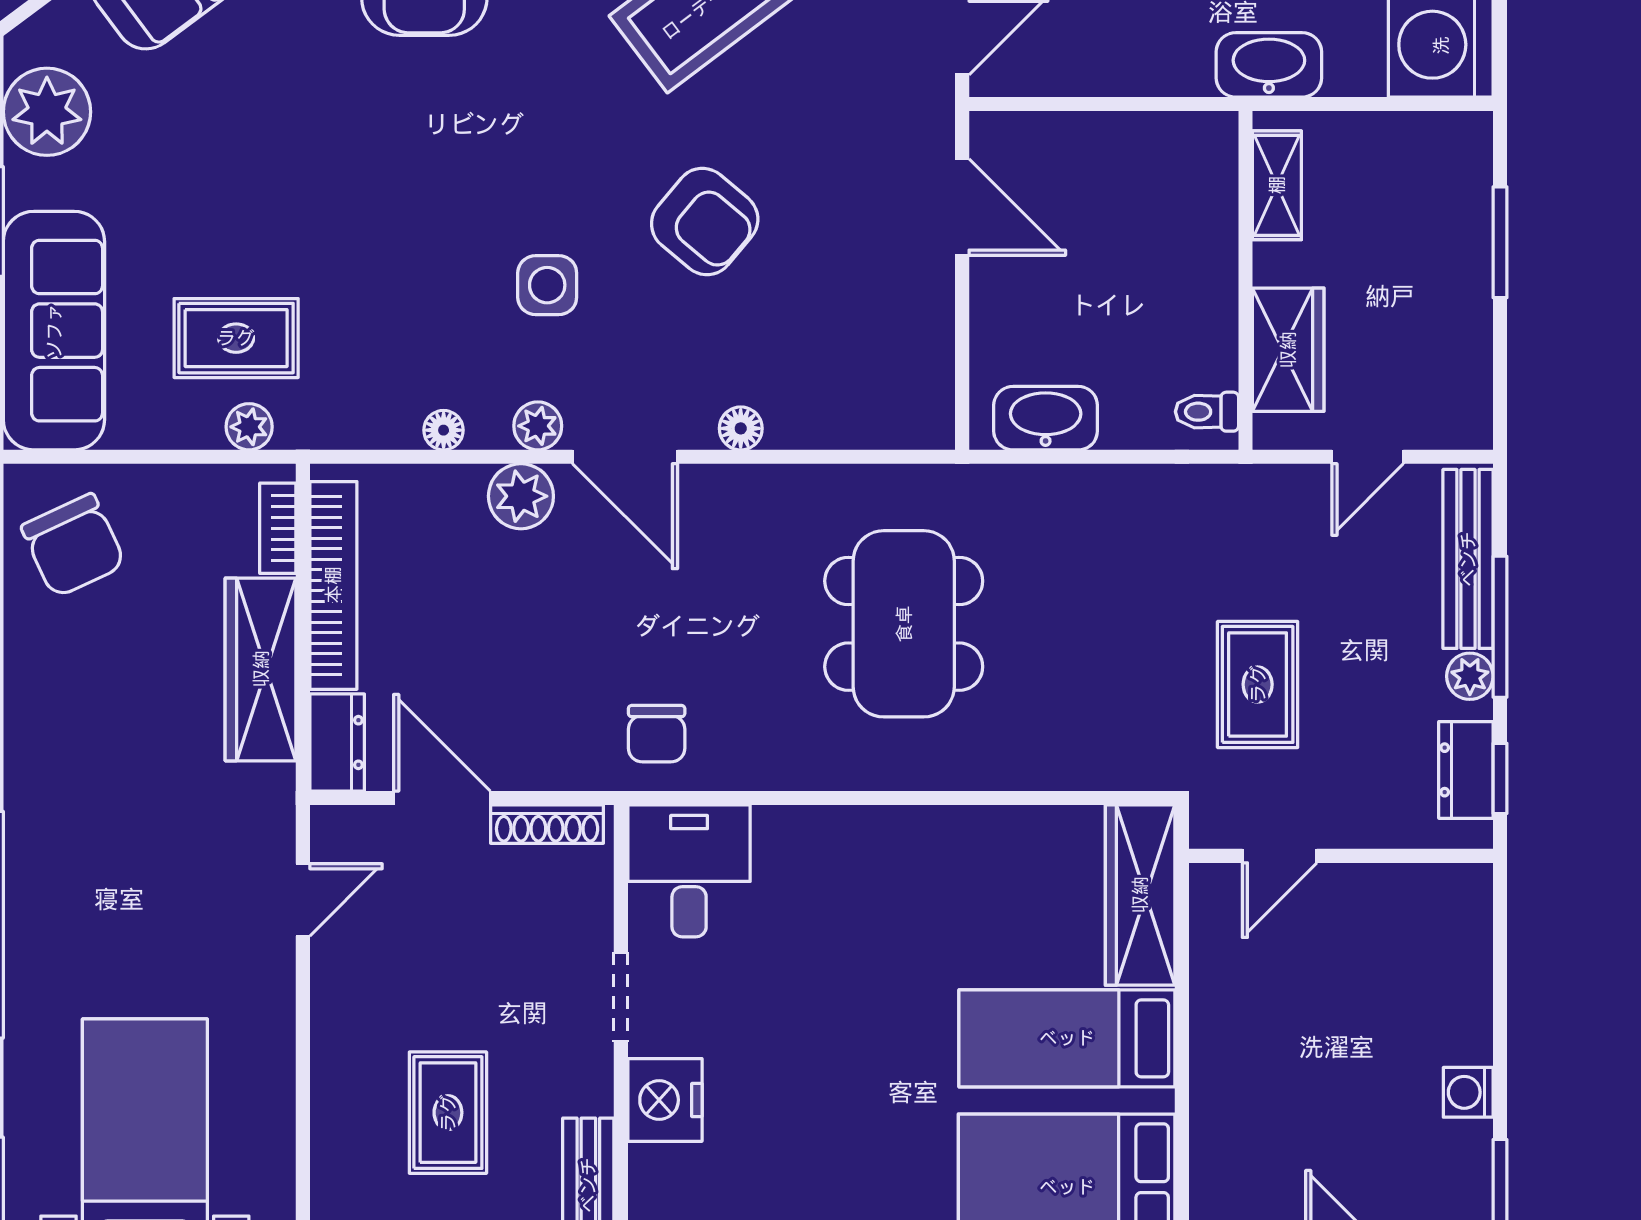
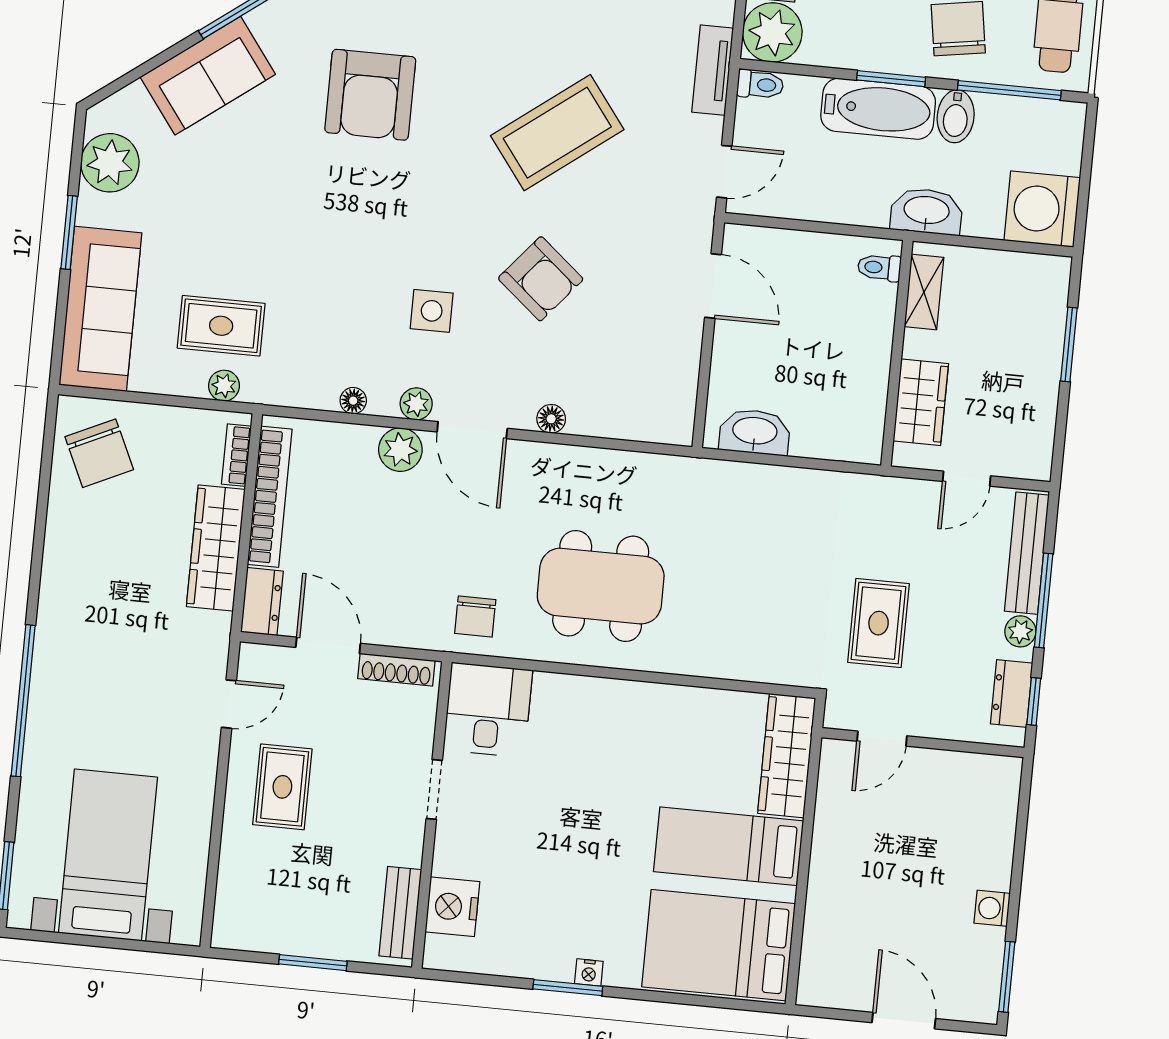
toilet: (1207, 412) -> (879, 268), moved
dining table: (904, 624) -> (601, 586), moved, turned 90
nightstand: (665, 1100) -> (452, 907), moved
rug: (448, 1113) -> (282, 787), moved

